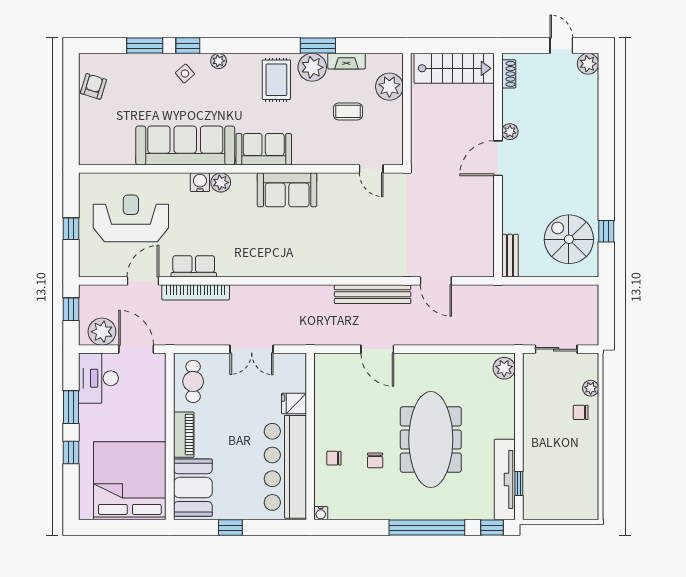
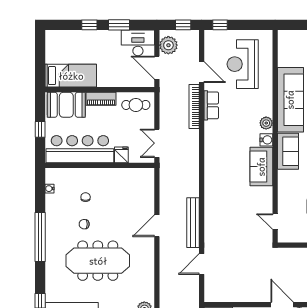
door: (371, 169) -> (275, 222), hinge flipped
water cooler: (200, 182) -> (266, 140), moved
reception desk: (131, 218) -> (243, 64), turned 180
window: (71, 229) -> (220, 25), moved
door: (136, 349) -> (157, 68), swing flipped
fridge: (294, 403) -> (121, 155), moved
wall: (310, 436) -> (100, 165), moved
bar counter: (285, 467) -> (80, 149), moved
bed: (130, 481) -> (71, 76), width x0.49
window: (427, 528) -> (40, 237), moved

